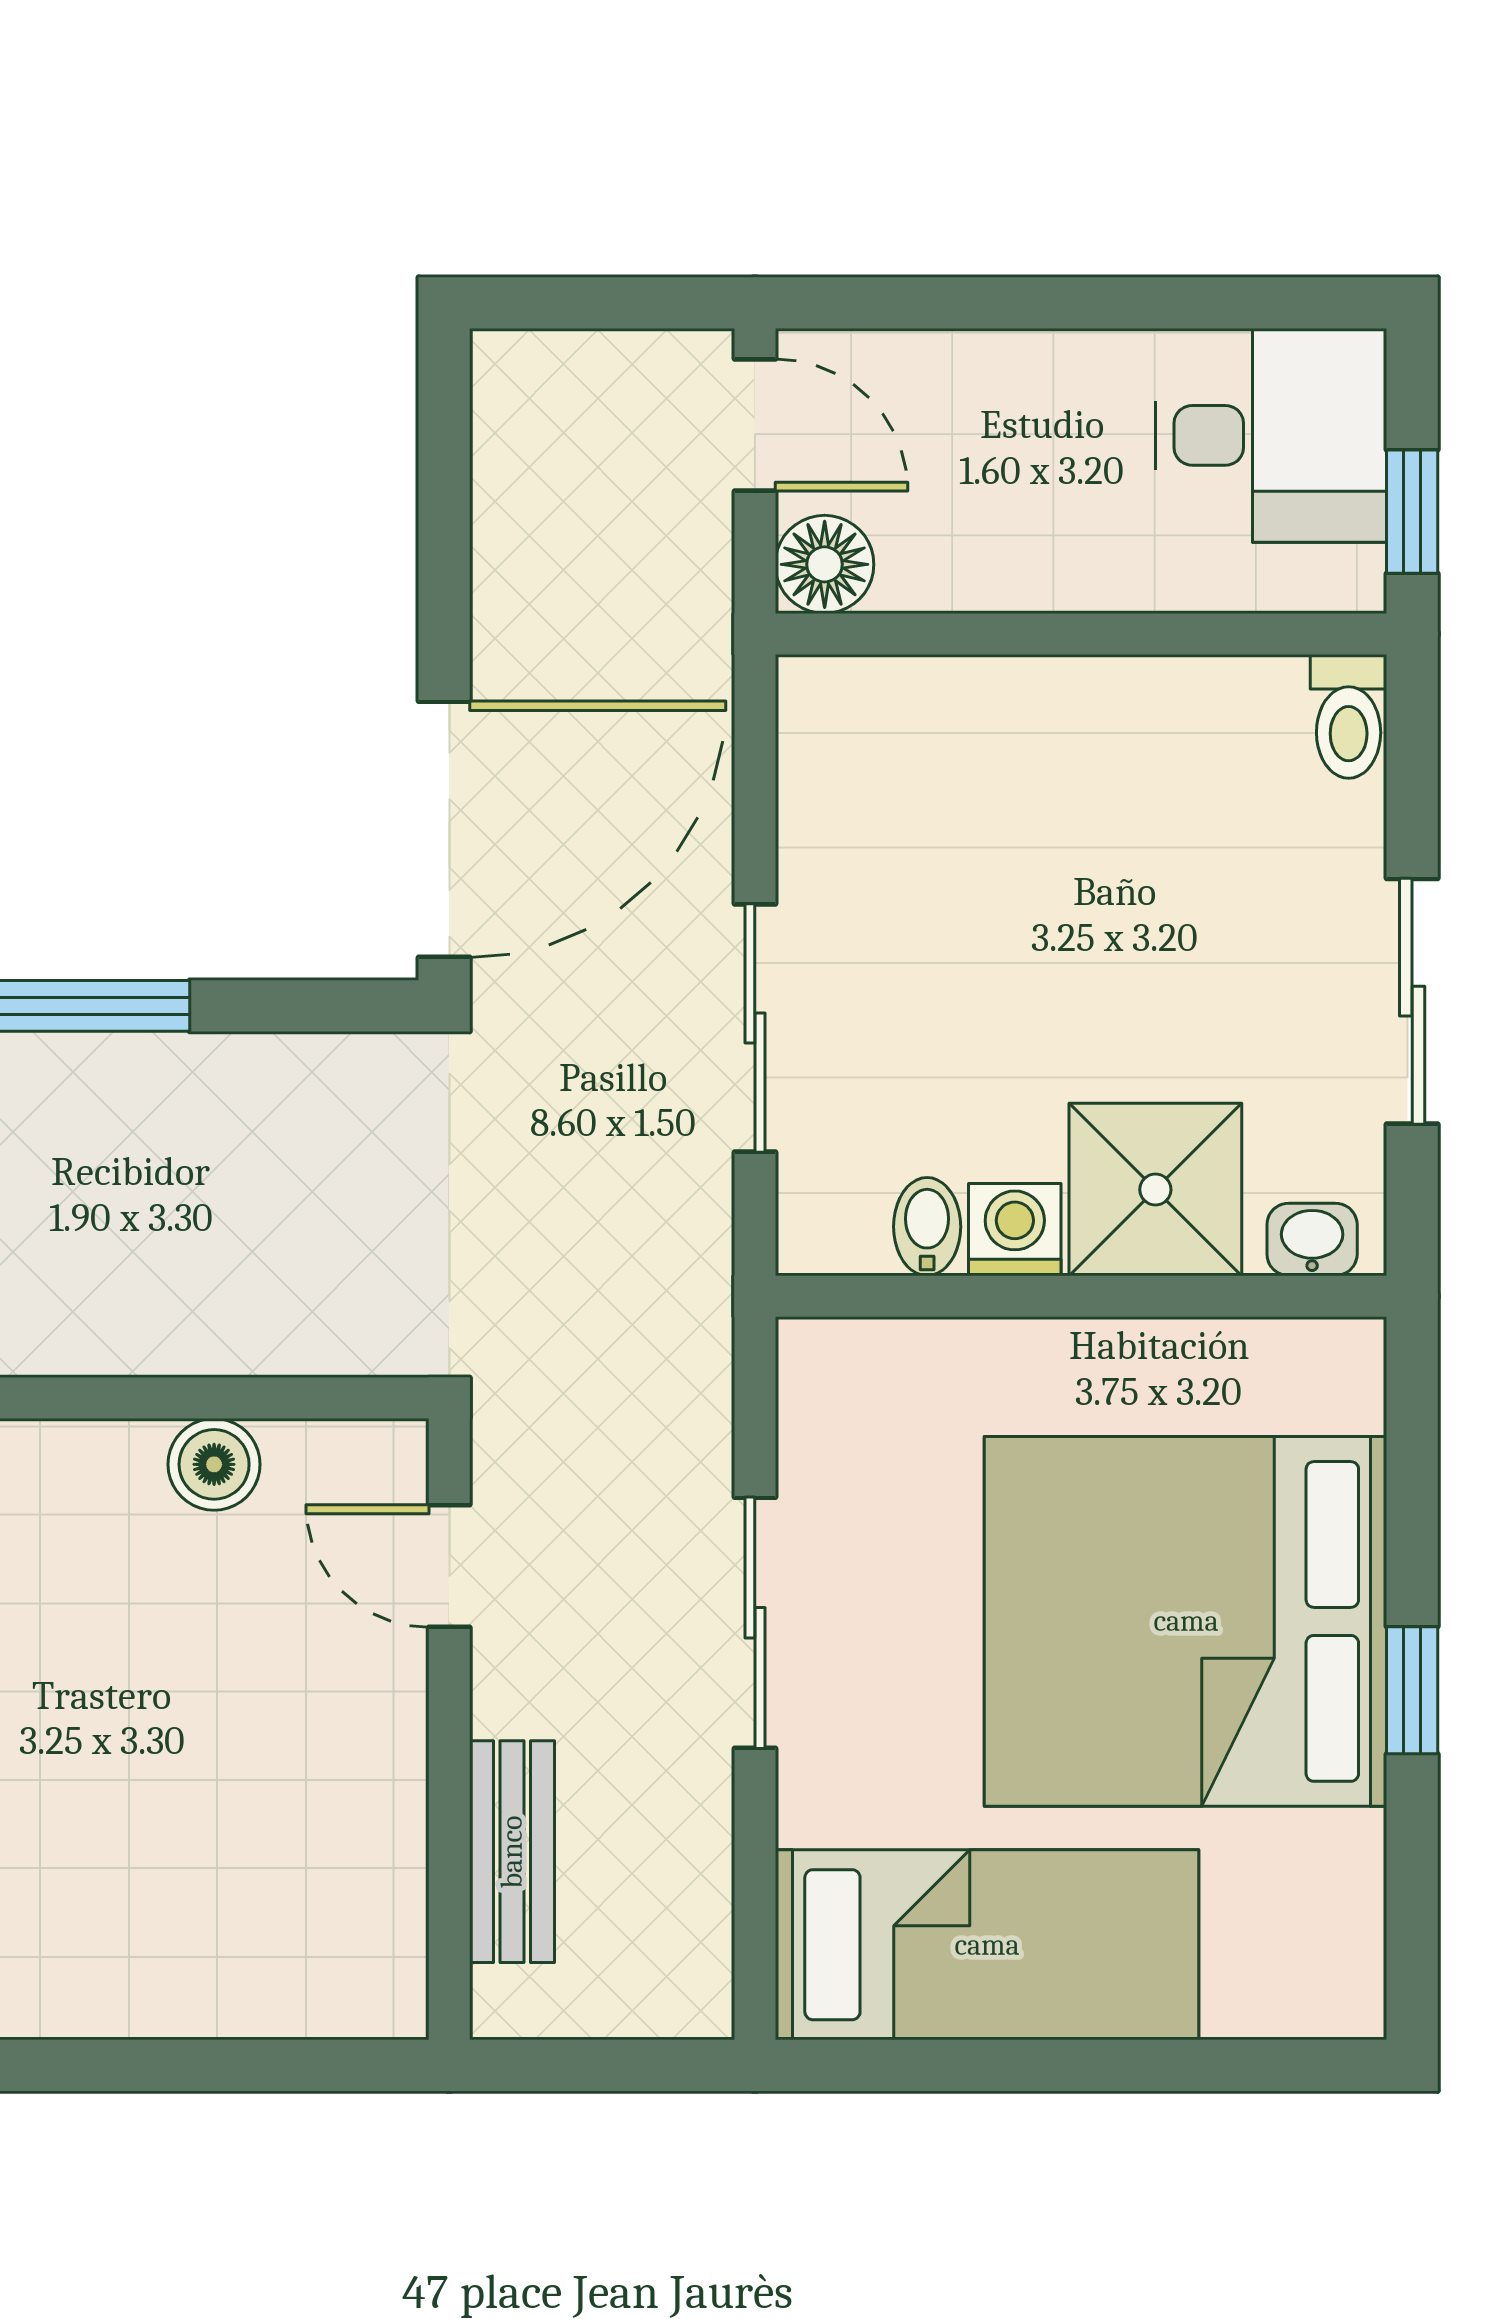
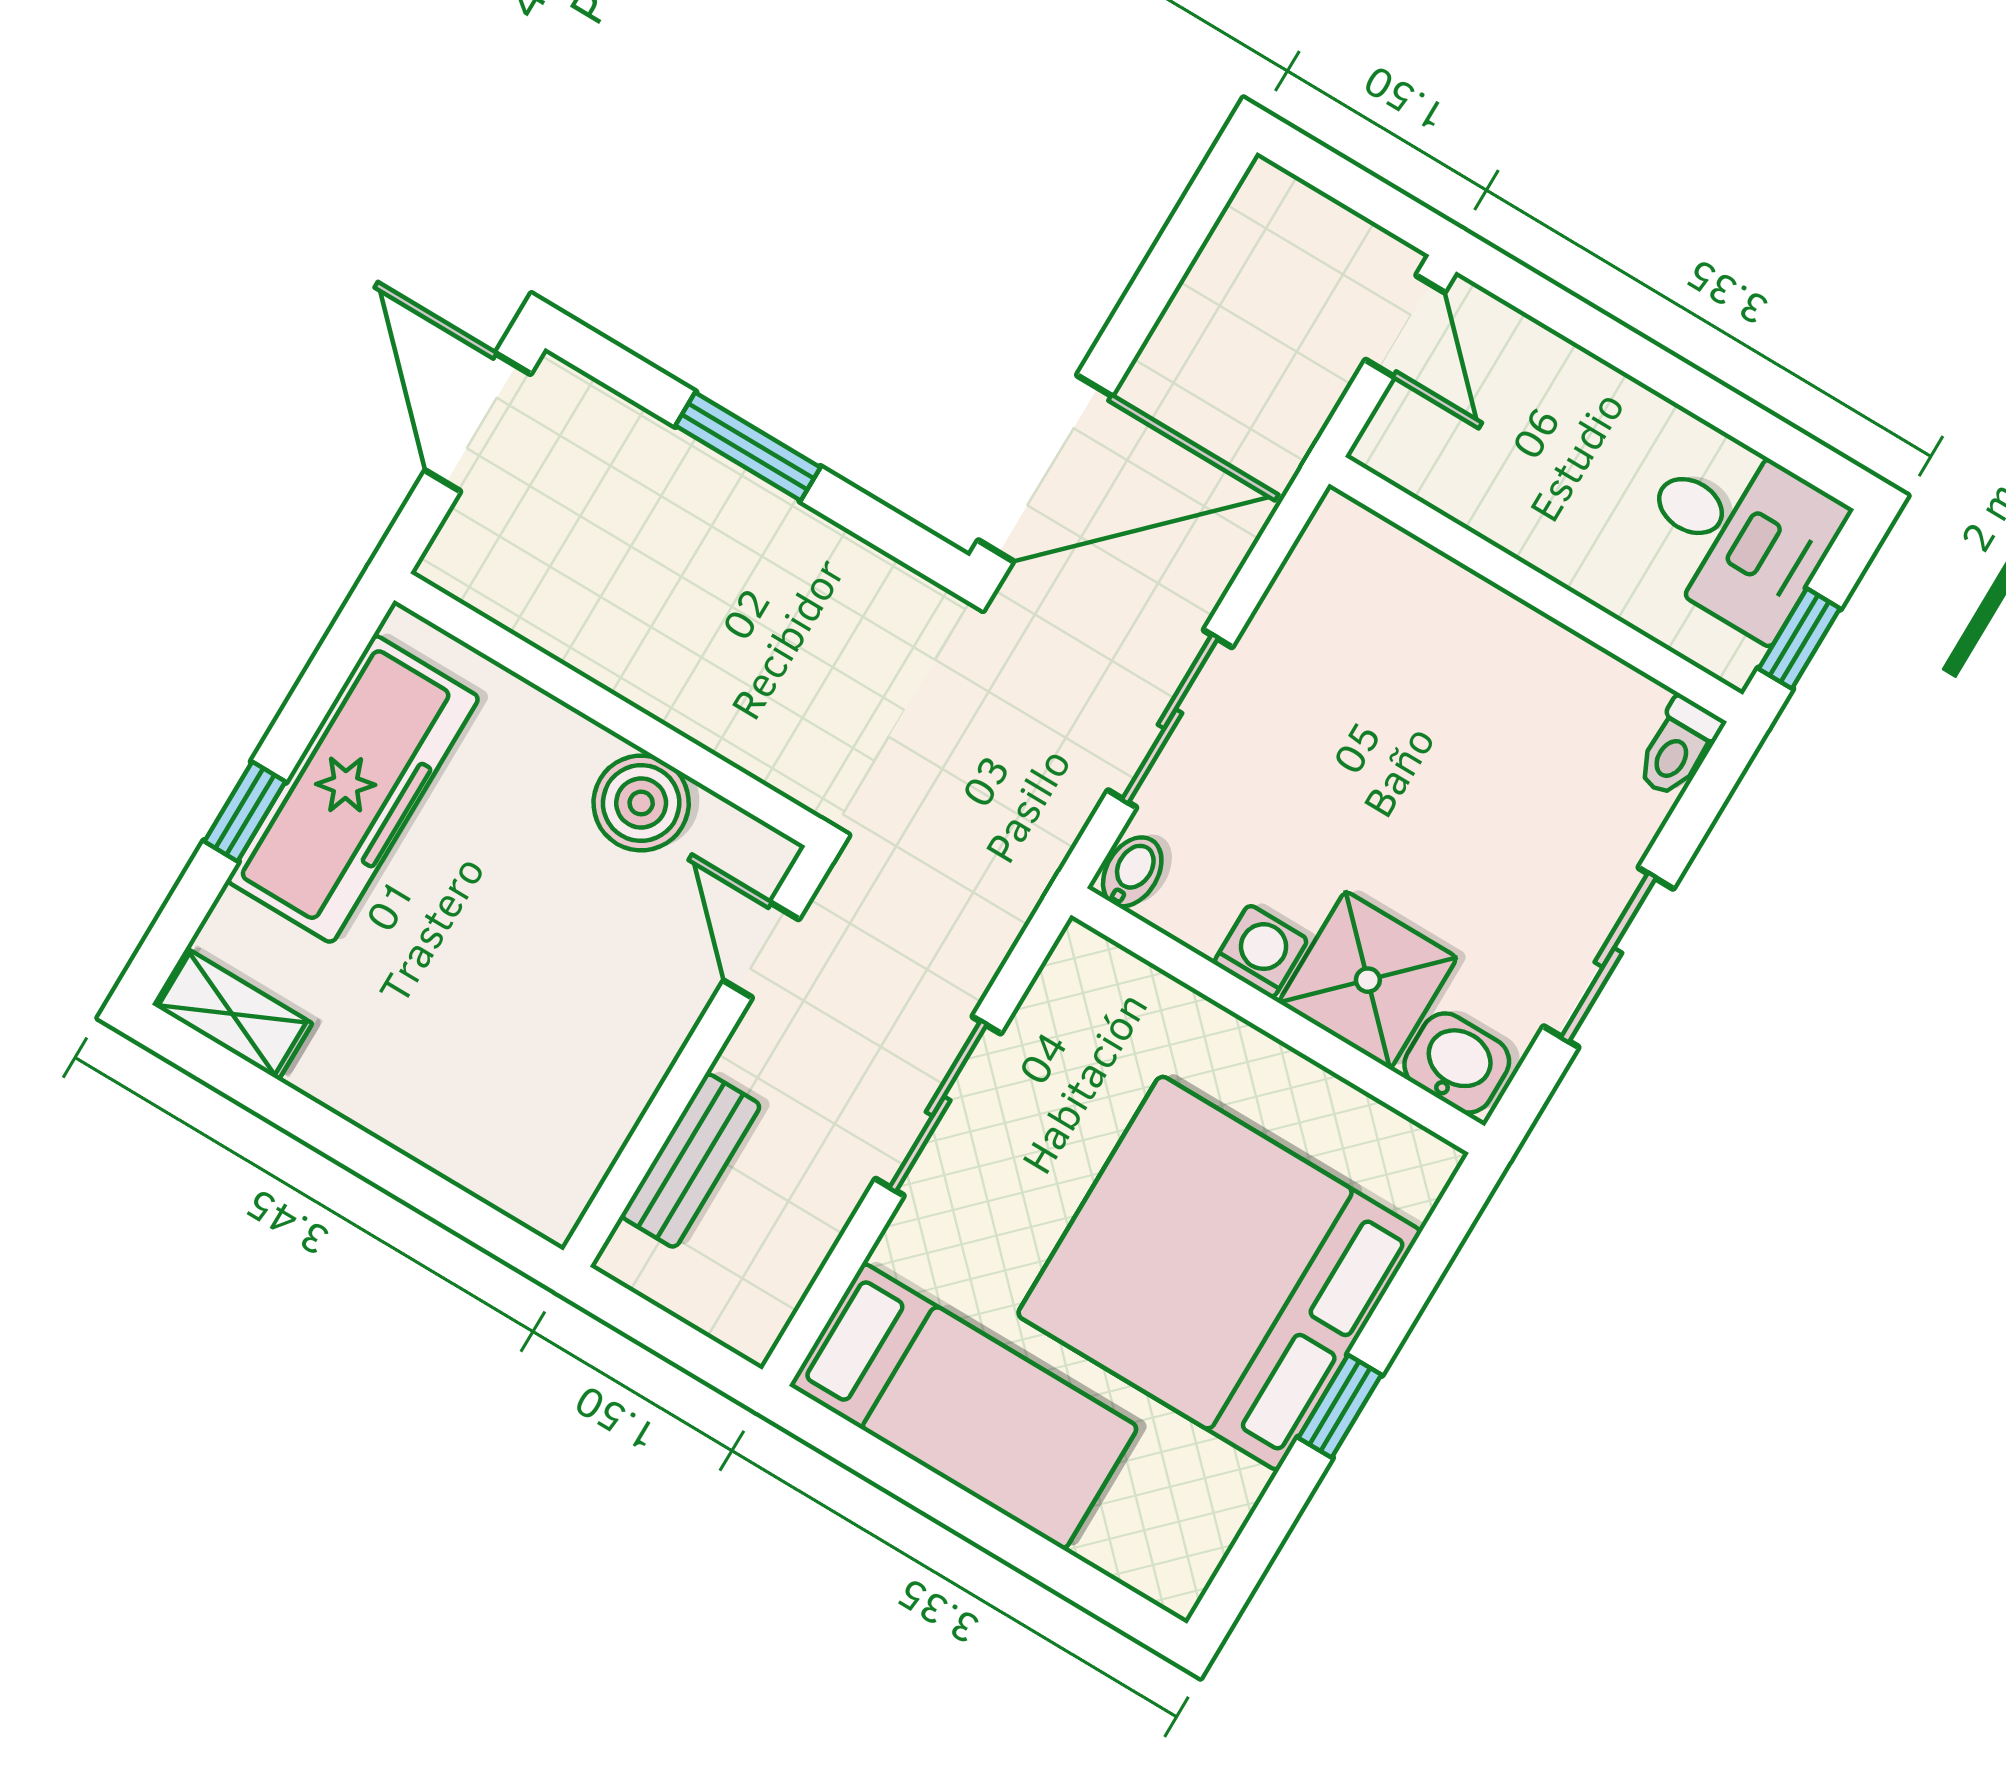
floor lamp: (825, 564) -> (1396, 444), removed
bidet: (927, 1227) -> (1132, 872), moved
washbasin: (1312, 1239) -> (1457, 1063), width x1.38, depth x1.45
boiler: (214, 1464) -> (641, 803), width x1.36, depth x1.36

